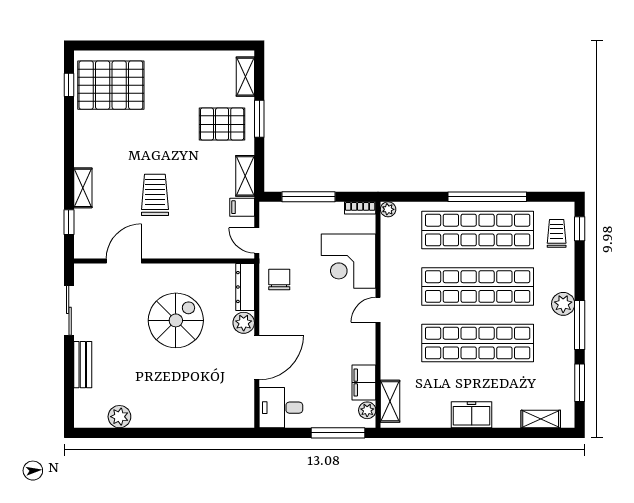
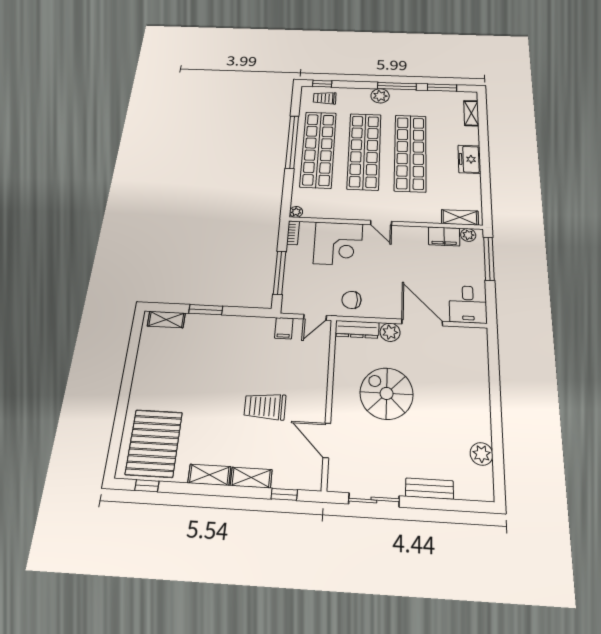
pallet: (222, 124) -> (206, 342), removed
shelving: (245, 176) -> (209, 475), moved

